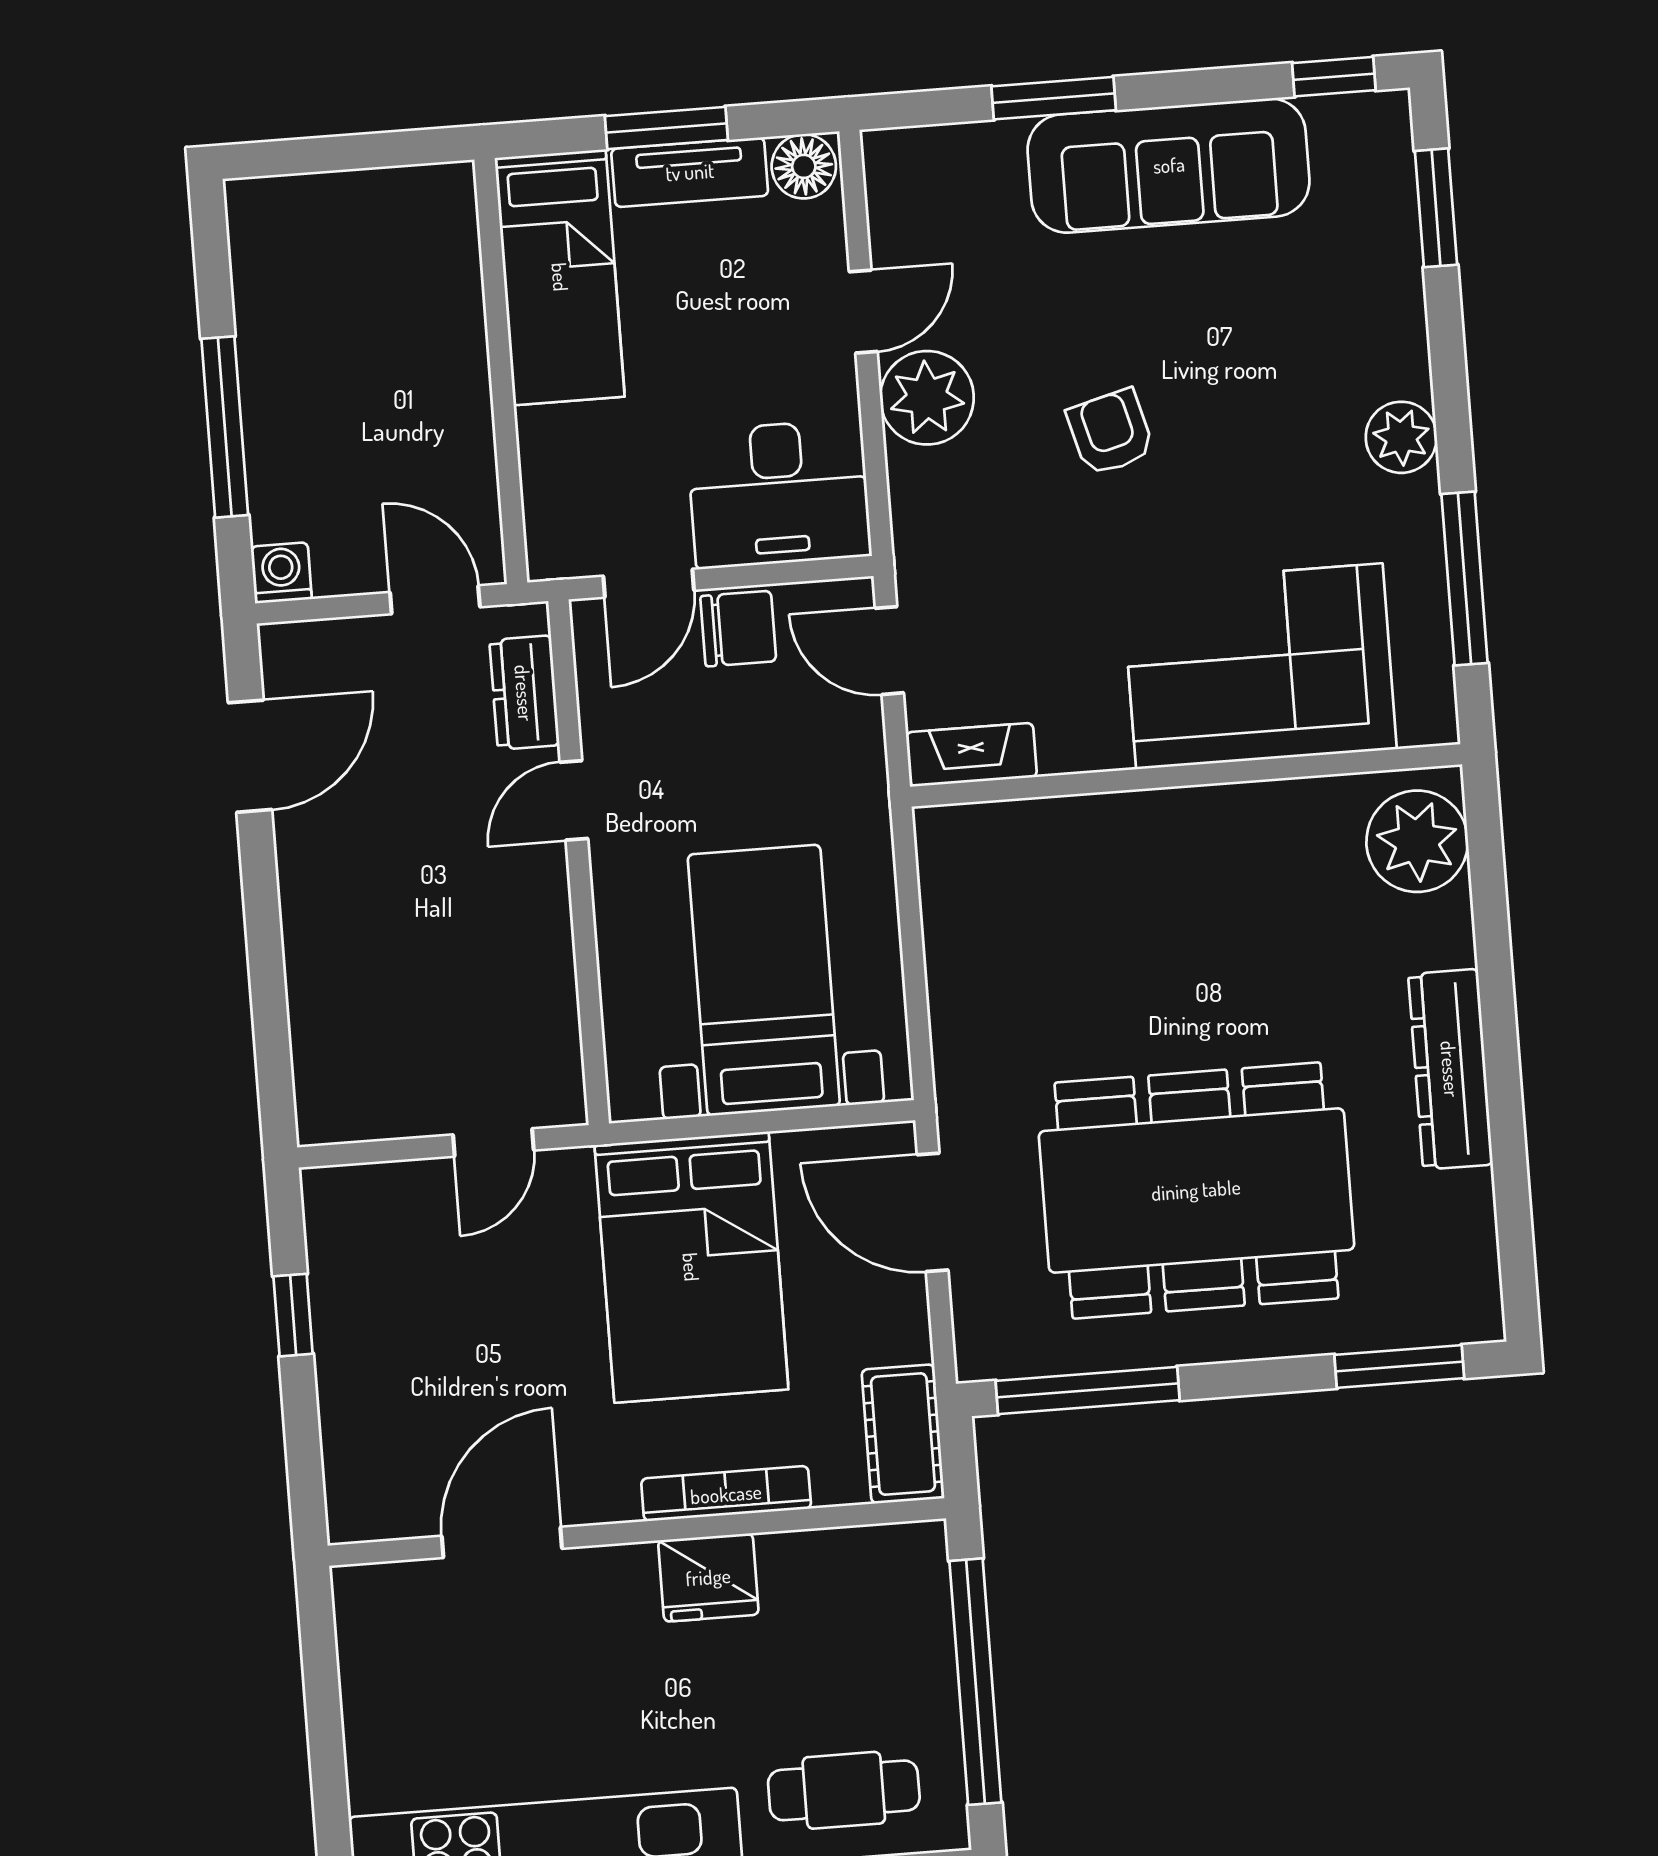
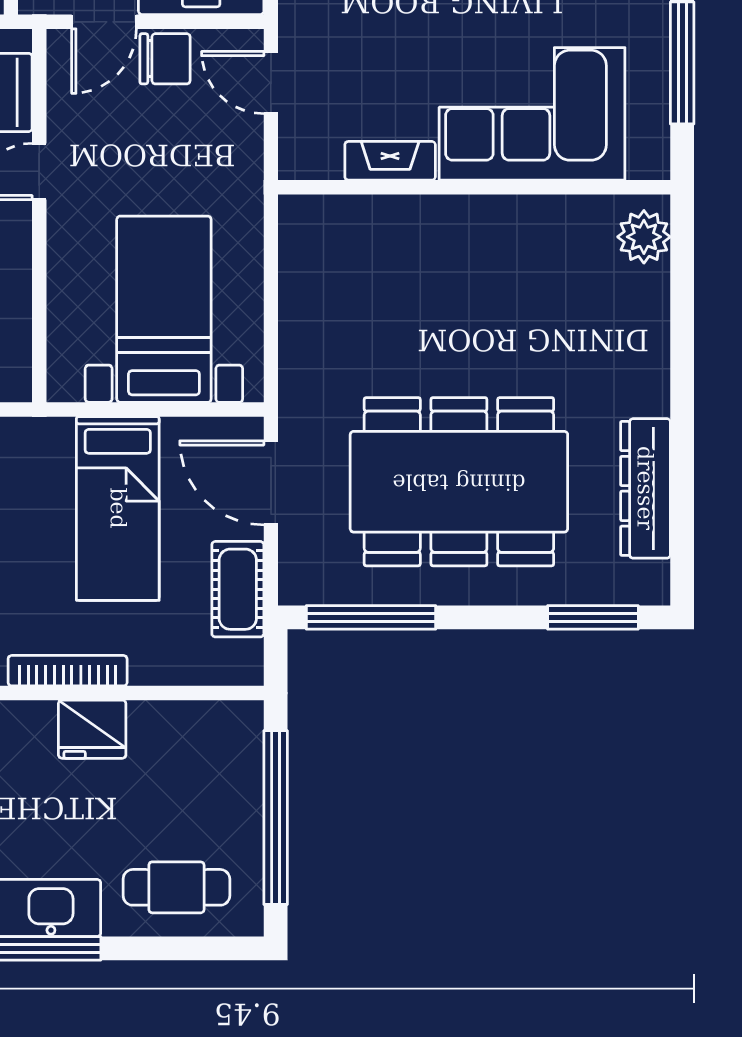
fireplace: (971, 755) -> (390, 161), moved
plant: (1417, 841) -> (644, 237), width x0.73, depth x0.73
dresser: (1450, 1069) -> (645, 488), moved
bed: (691, 1267) -> (118, 508), width x0.67
cot: (903, 1434) -> (238, 589), moved
bookcase: (726, 1494) -> (68, 671), moved

